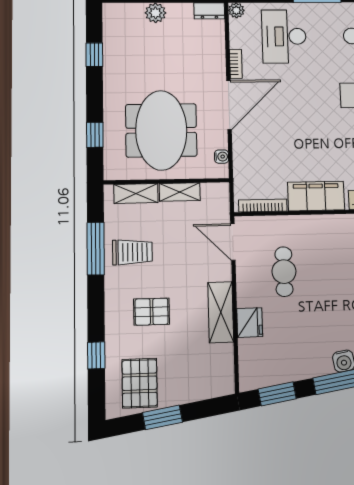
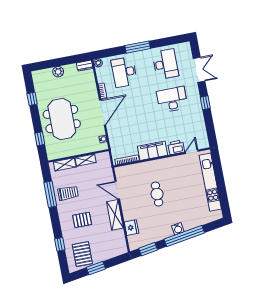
meeting table: (161, 130) -> (62, 119), moved
door: (233, 242) -> (117, 190), moved
cafe table: (284, 272) -> (157, 194), moved
fridge: (250, 322) -> (132, 228), moved

